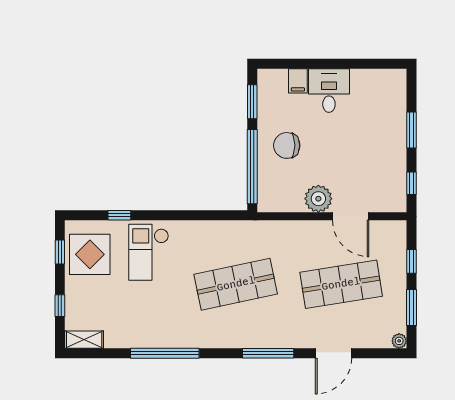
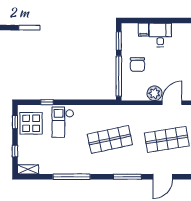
chair: (287, 145) -> (137, 65), turned -90
door: (351, 216) -> (172, 103), swing flipped

